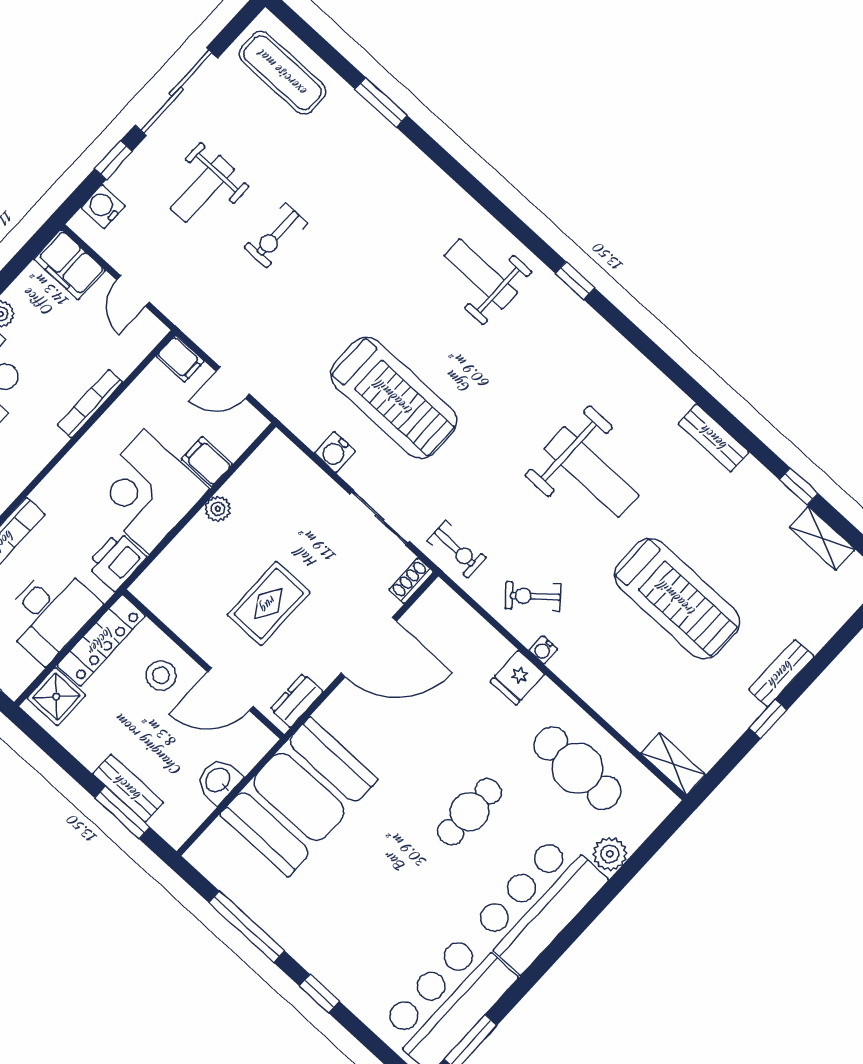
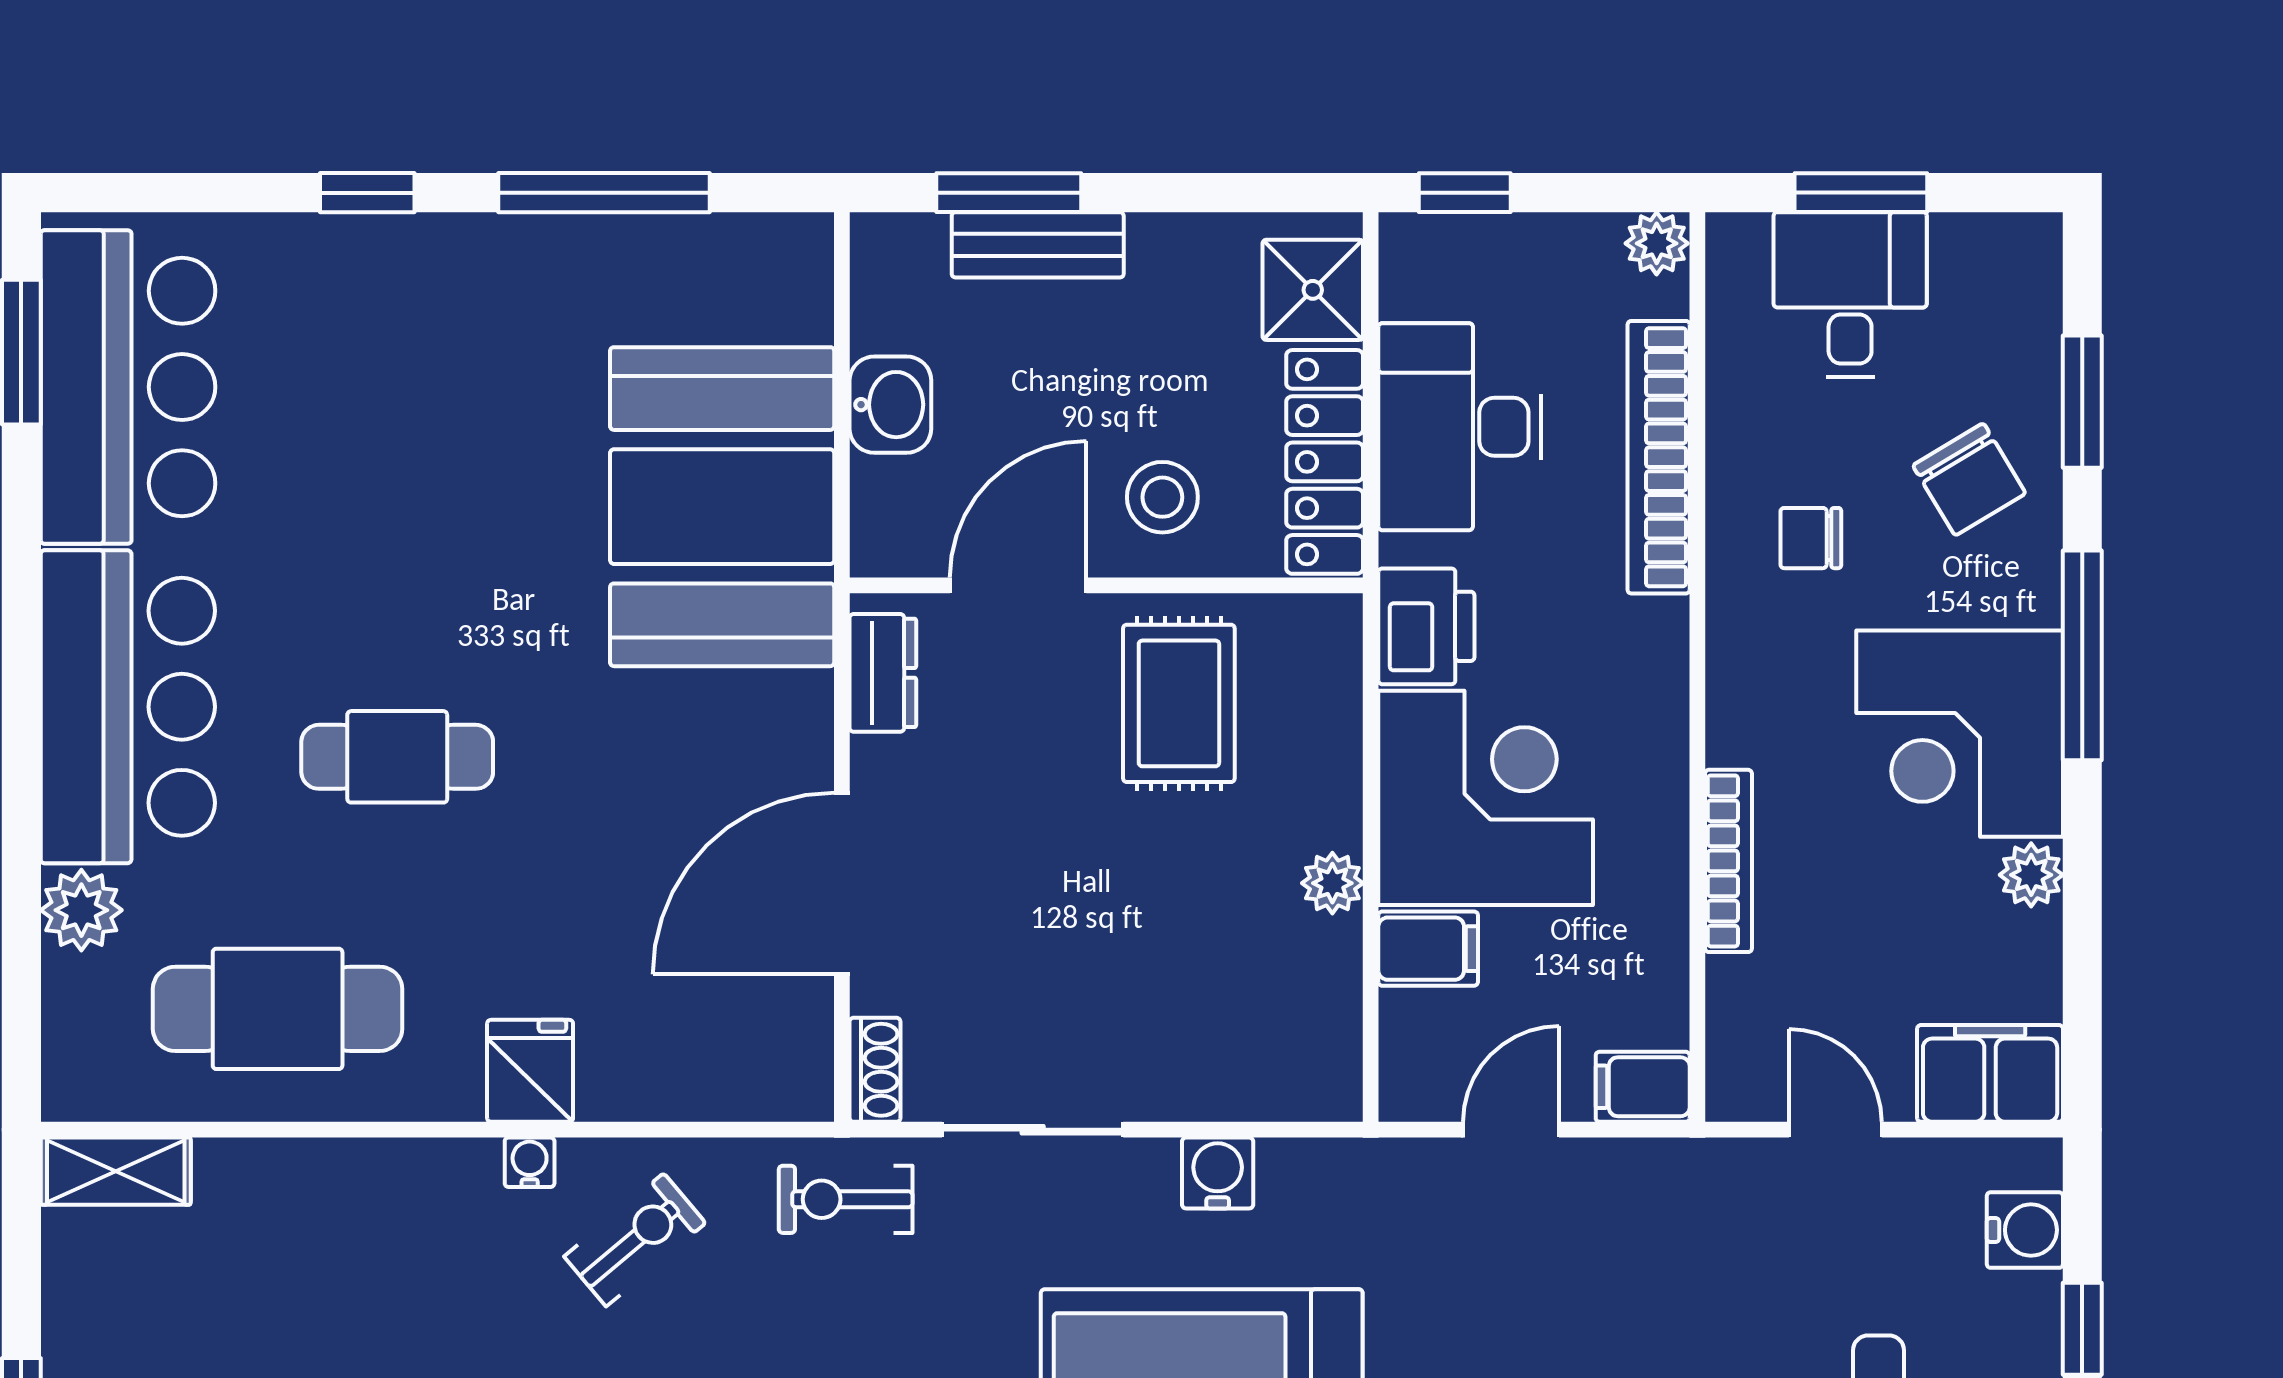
rug: (269, 604) -> (1179, 703), moved
cafe table: (469, 812) -> (397, 757), turned 90

